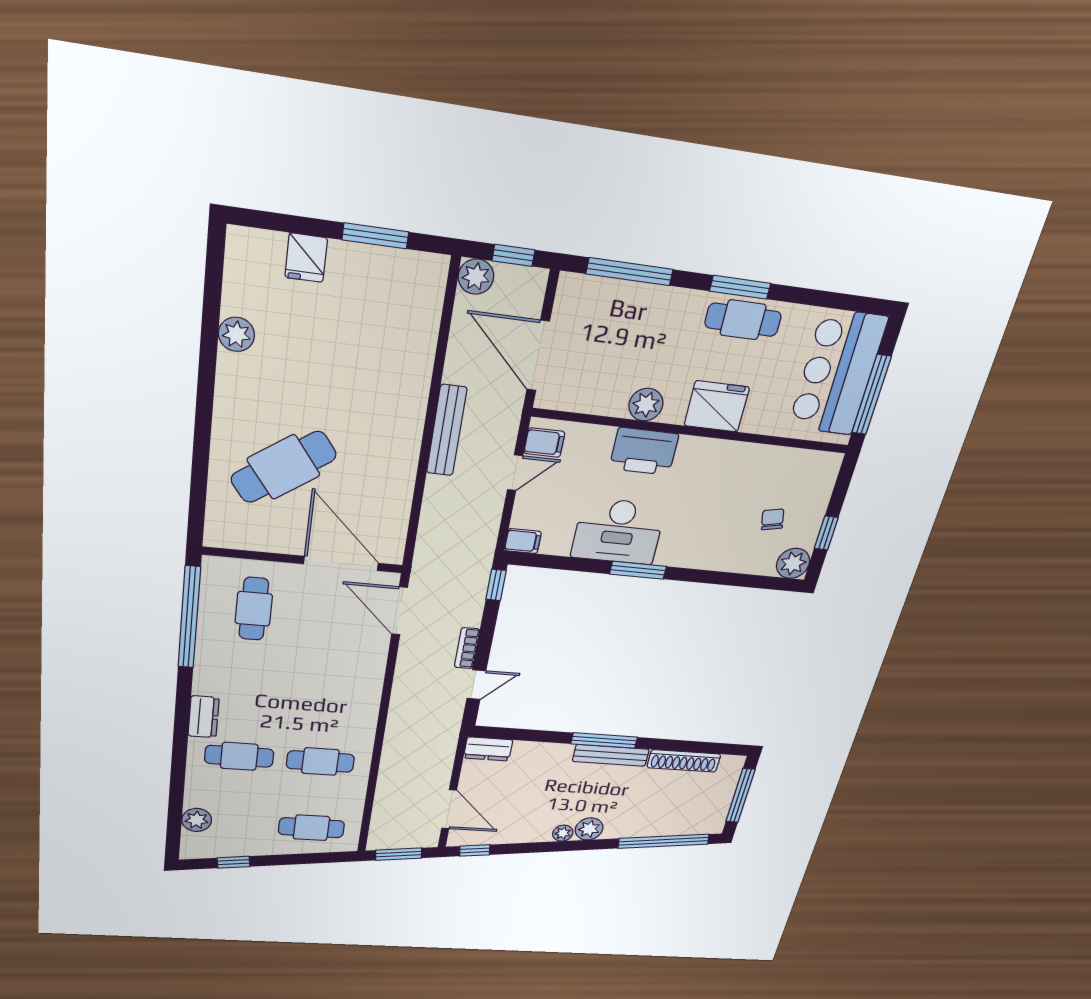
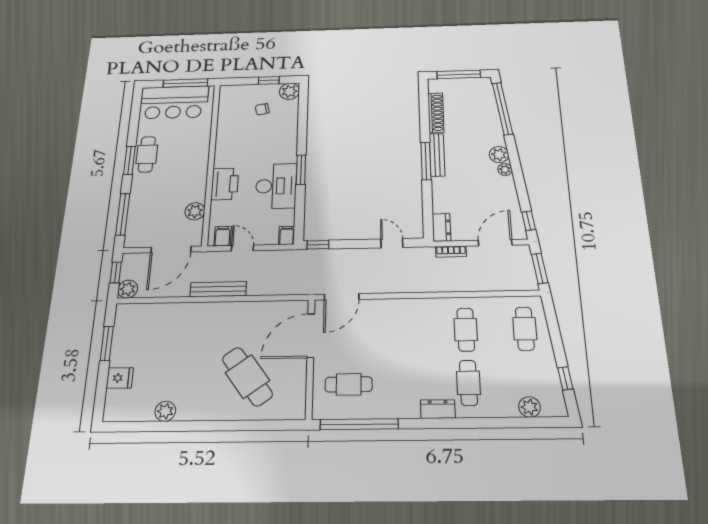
plant: (646, 405) -> (195, 211), moved
fridge: (717, 406) -> (196, 154), removed
bookcase: (467, 648) -> (451, 252), moved

